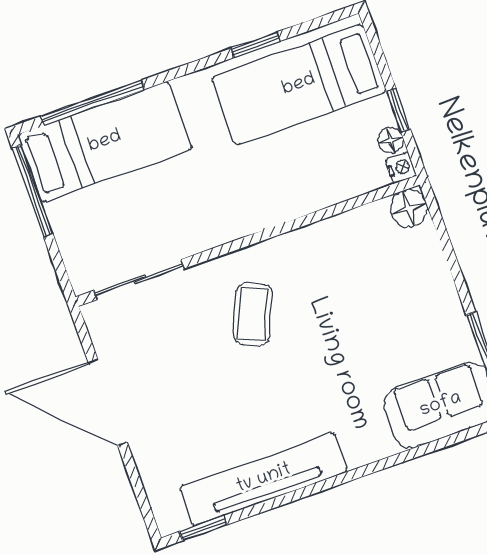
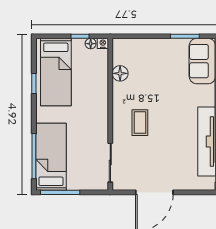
floor lamp: (409, 208) -> (120, 73), moved
coffee table: (253, 314) -> (140, 123), turned 67

